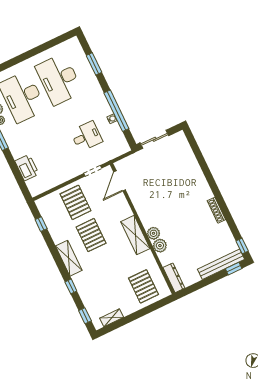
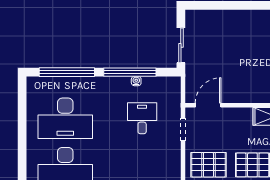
window: (94, 64) -> (67, 72), width x2.11
door: (120, 181) -> (208, 105), swing flipped

